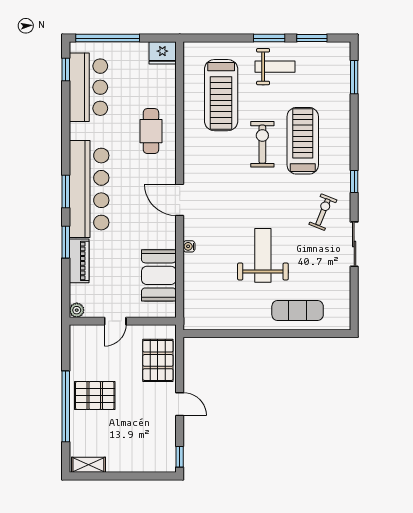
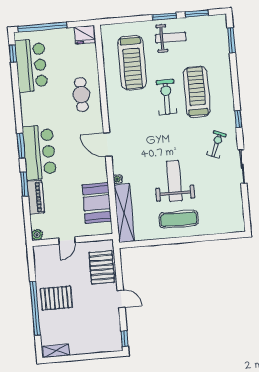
bar counter: (89, 189) -> (39, 152), width x0.73
shelving: (194, 292) -> (124, 213), added
exercise mat: (298, 311) -> (179, 219), moved

